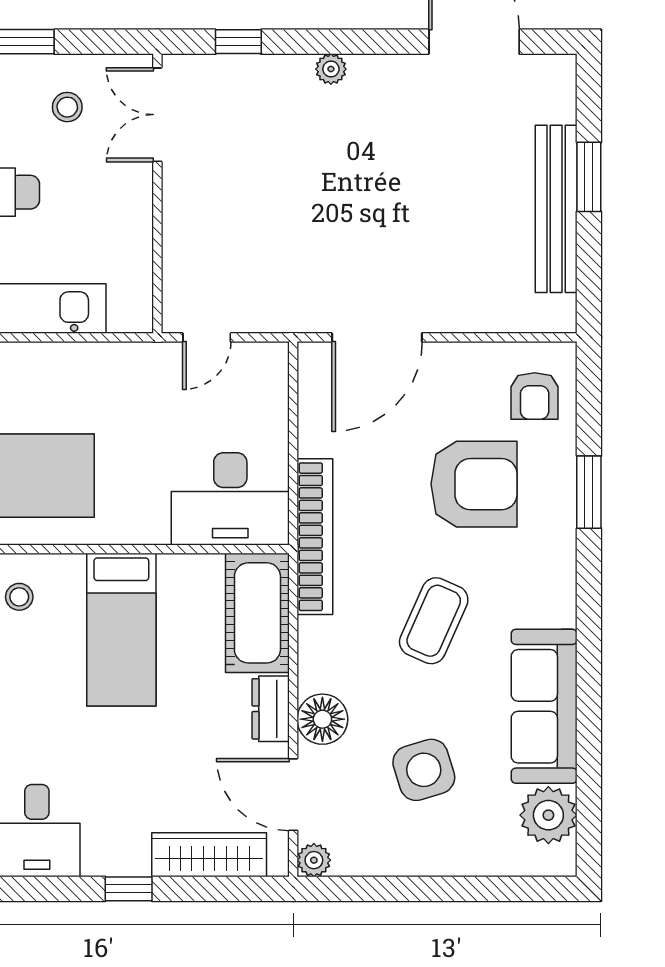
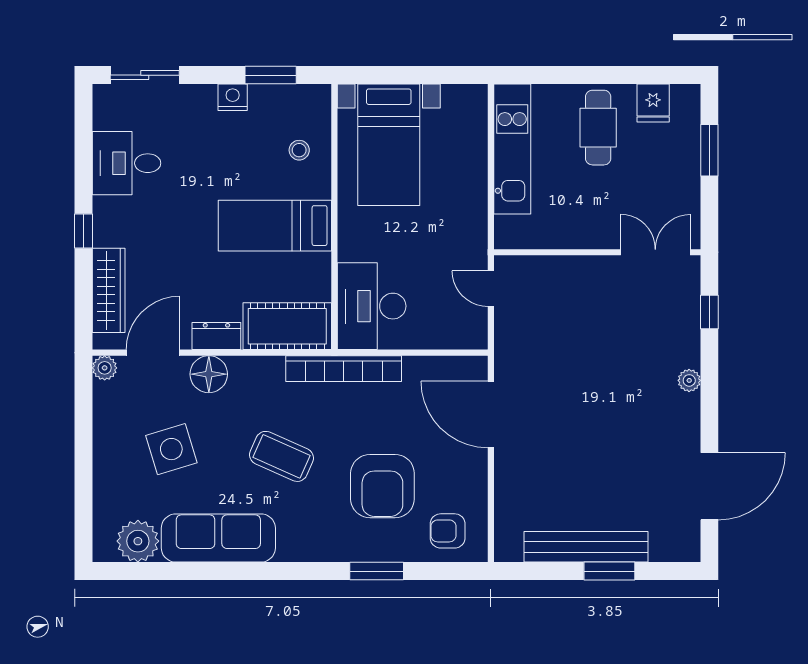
stool: (67, 107) -> (661, 186), removed

